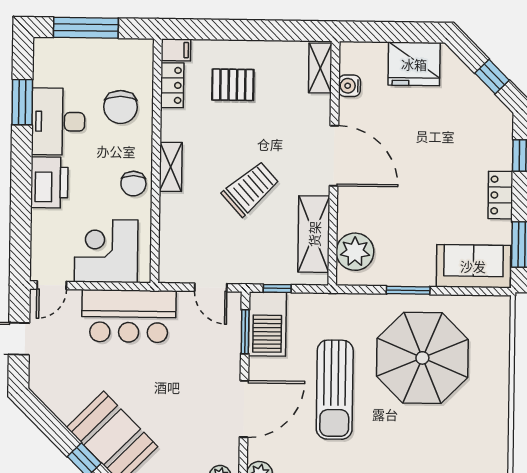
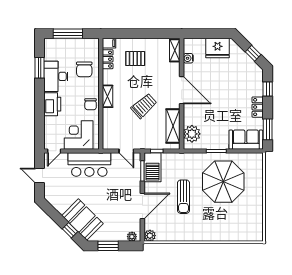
sun lounger: (335, 390) -> (184, 197), width x0.73, depth x0.75

